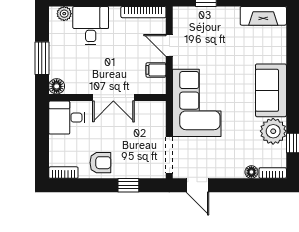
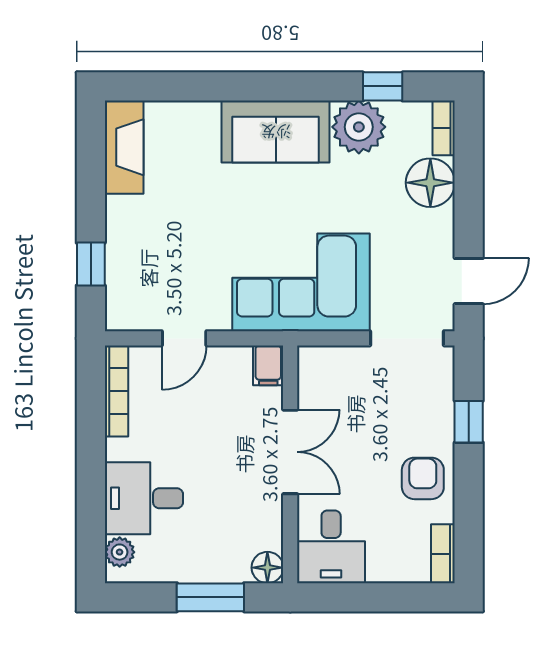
filing cabinet: (156, 70) -> (268, 365), moved
floor lamp: (251, 172) -> (430, 183), width x1.89, depth x1.89

